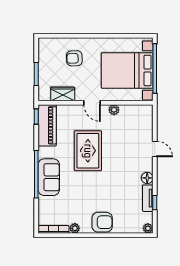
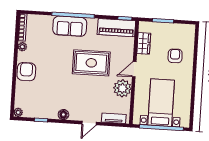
bed with nightstands: (127, 70) -> (161, 103), width x0.73
plant: (114, 110) -> (122, 88), width x1.87, depth x1.87
tv unit: (148, 198) -> (114, 118), moved
armchair: (102, 222) -> (26, 72), turned 180

